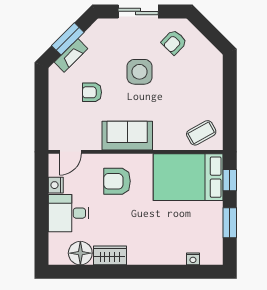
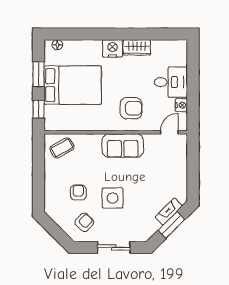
armchair: (92, 92) -> (78, 193), moved, turned -90
bed: (188, 177) -> (73, 85), moved
floor lamp: (80, 253) -> (57, 45), moved, width x0.53, depth x0.53
nightstand: (193, 259) -> (112, 48), moved, width x1.89, depth x1.79

